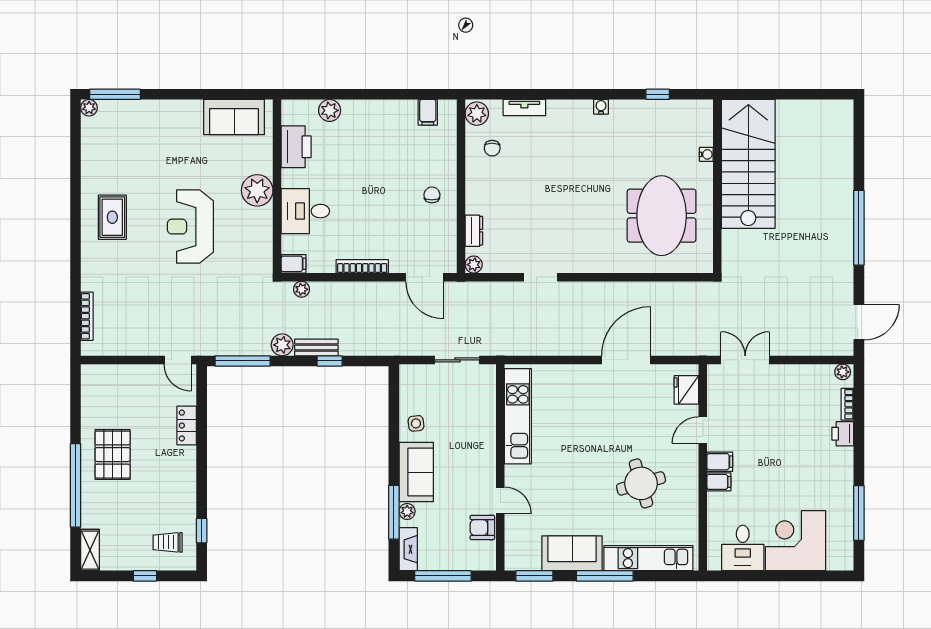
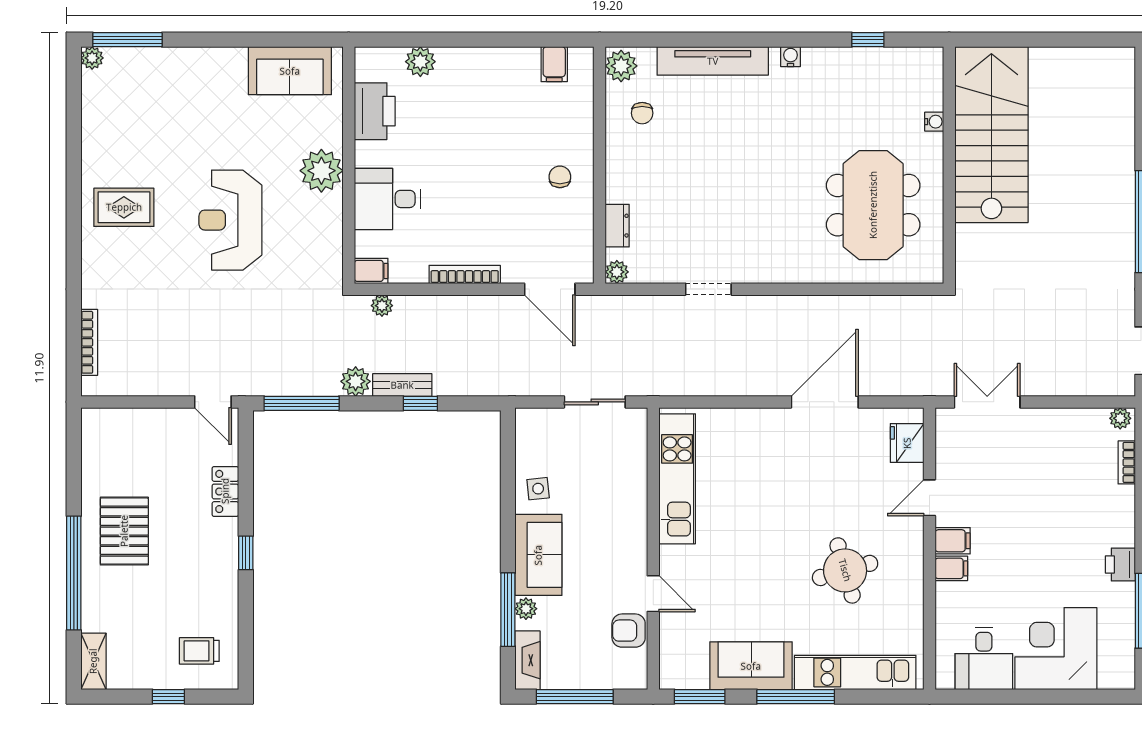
tv unit: (524, 108) -> (713, 61), width x1.92, depth x1.29
rug: (112, 217) -> (124, 207), turned 90
printer: (843, 434) -> (1120, 564), moved
window: (202, 531) -> (246, 553), moved

